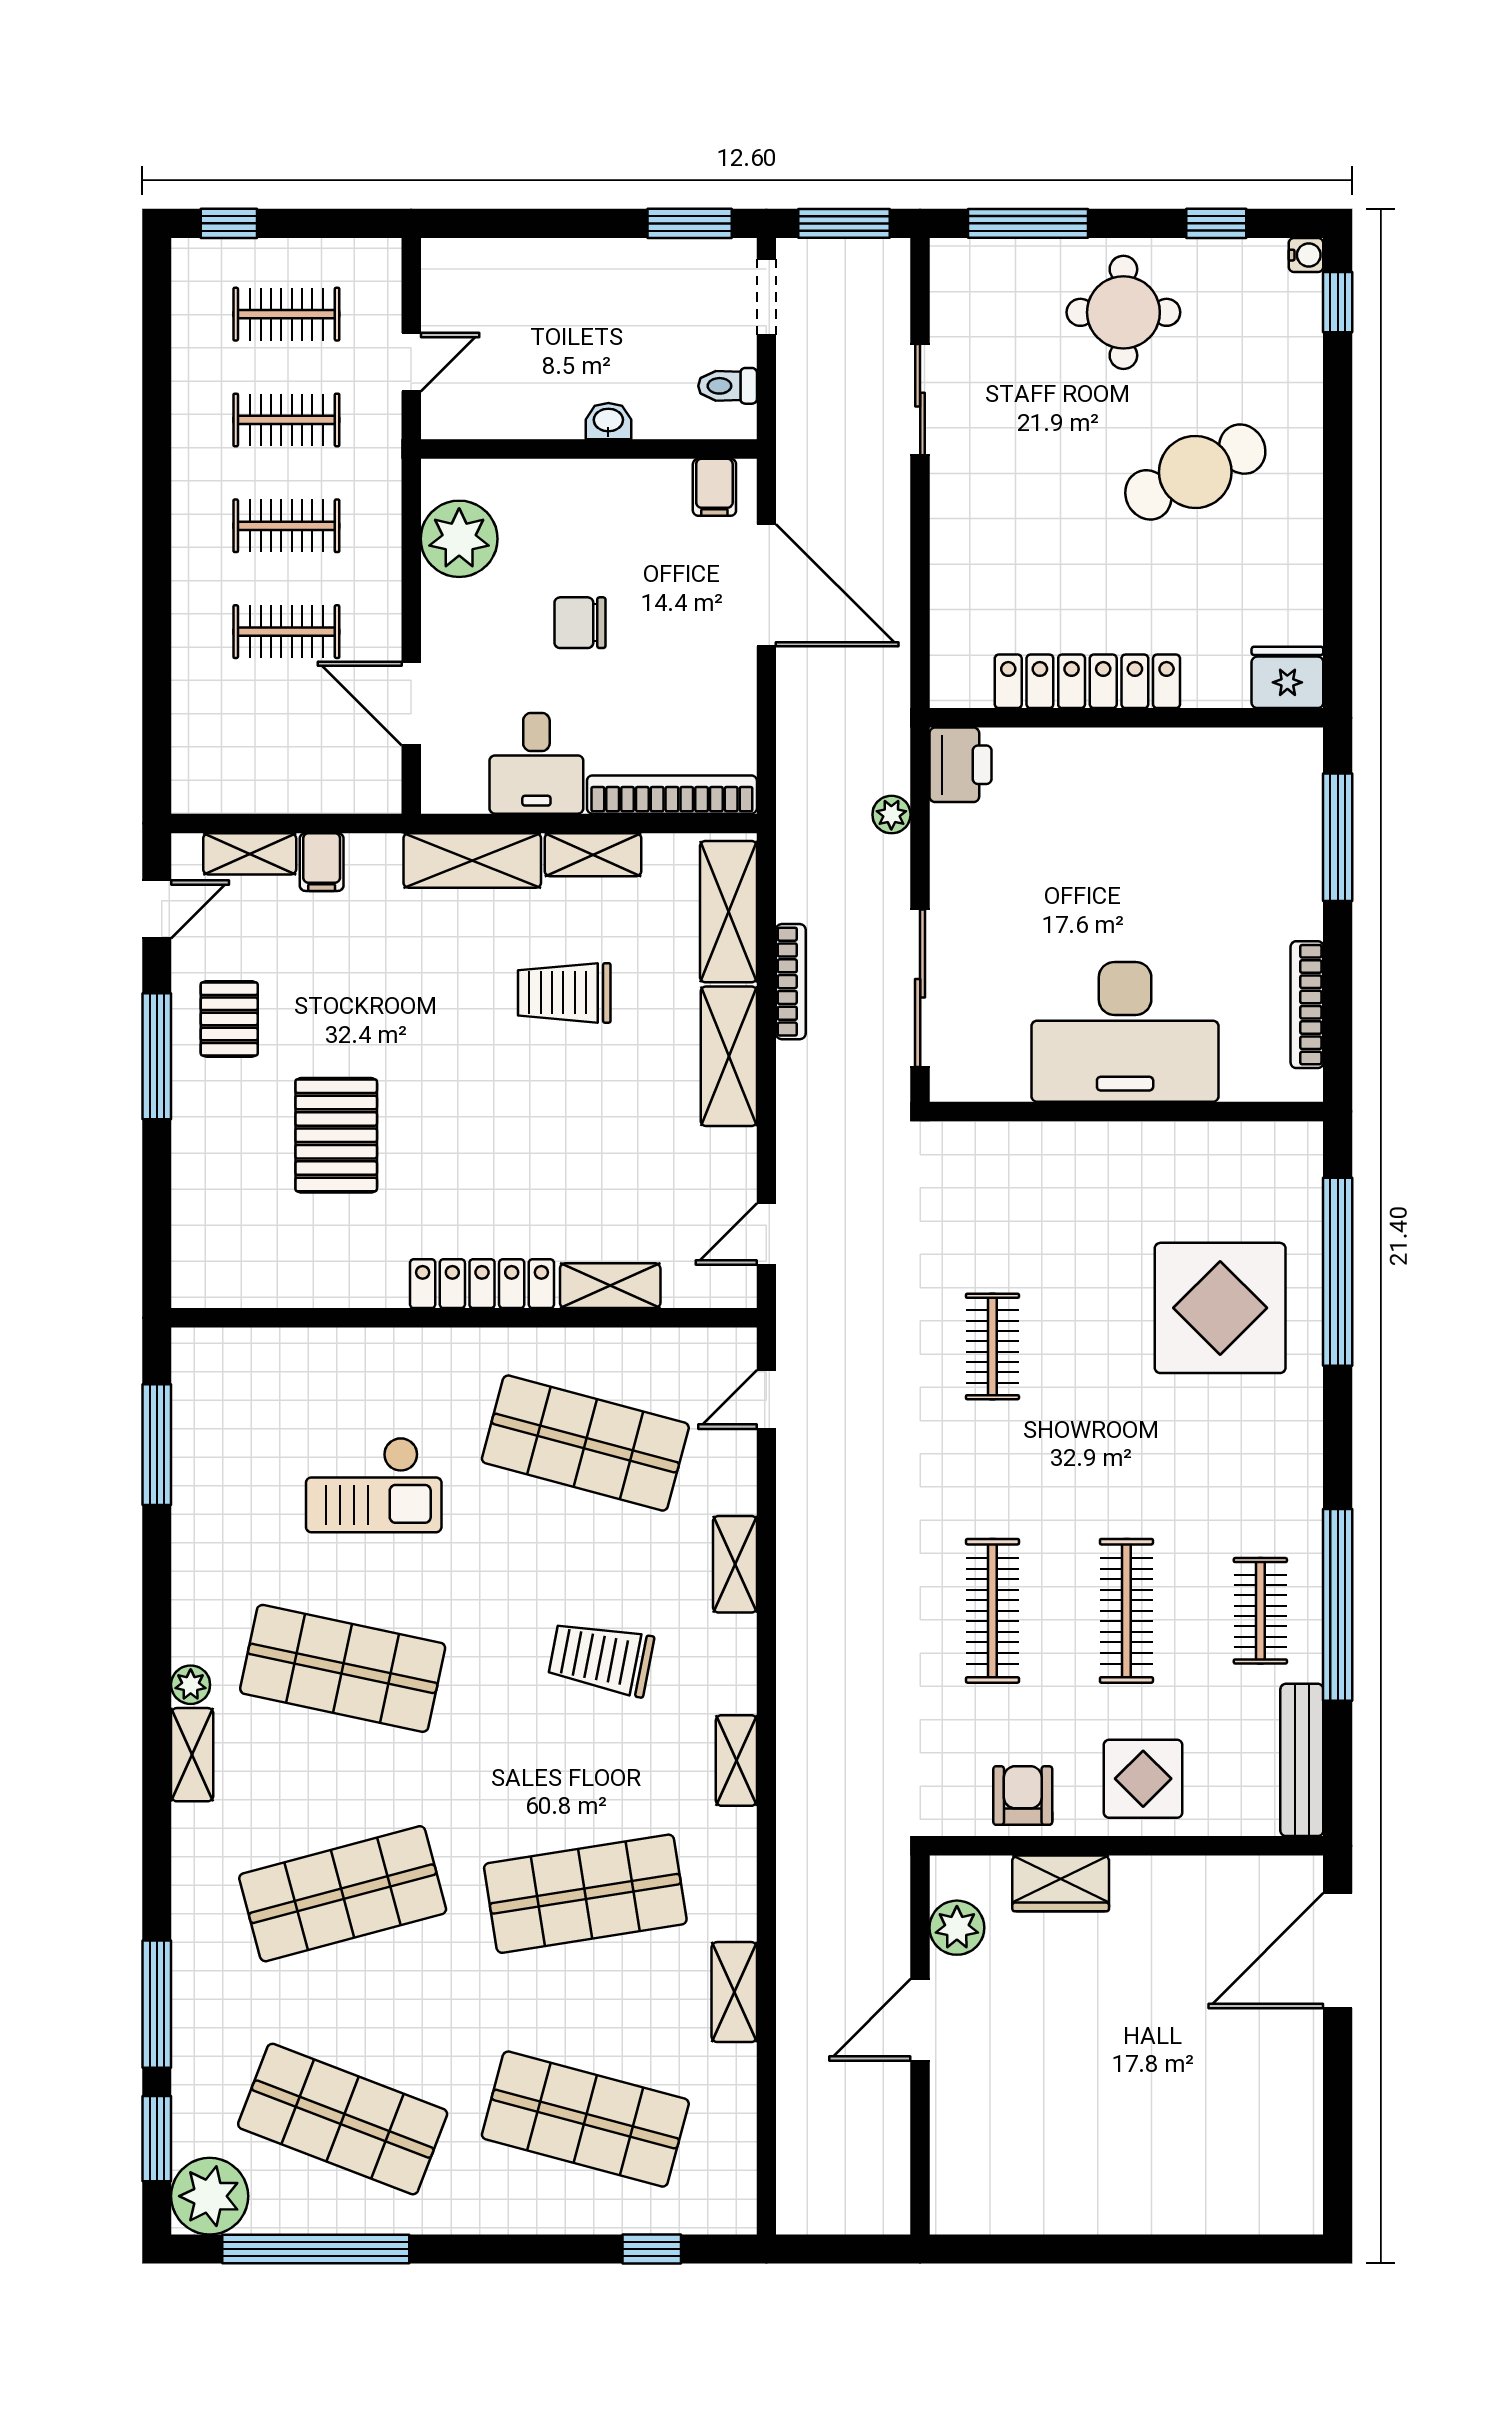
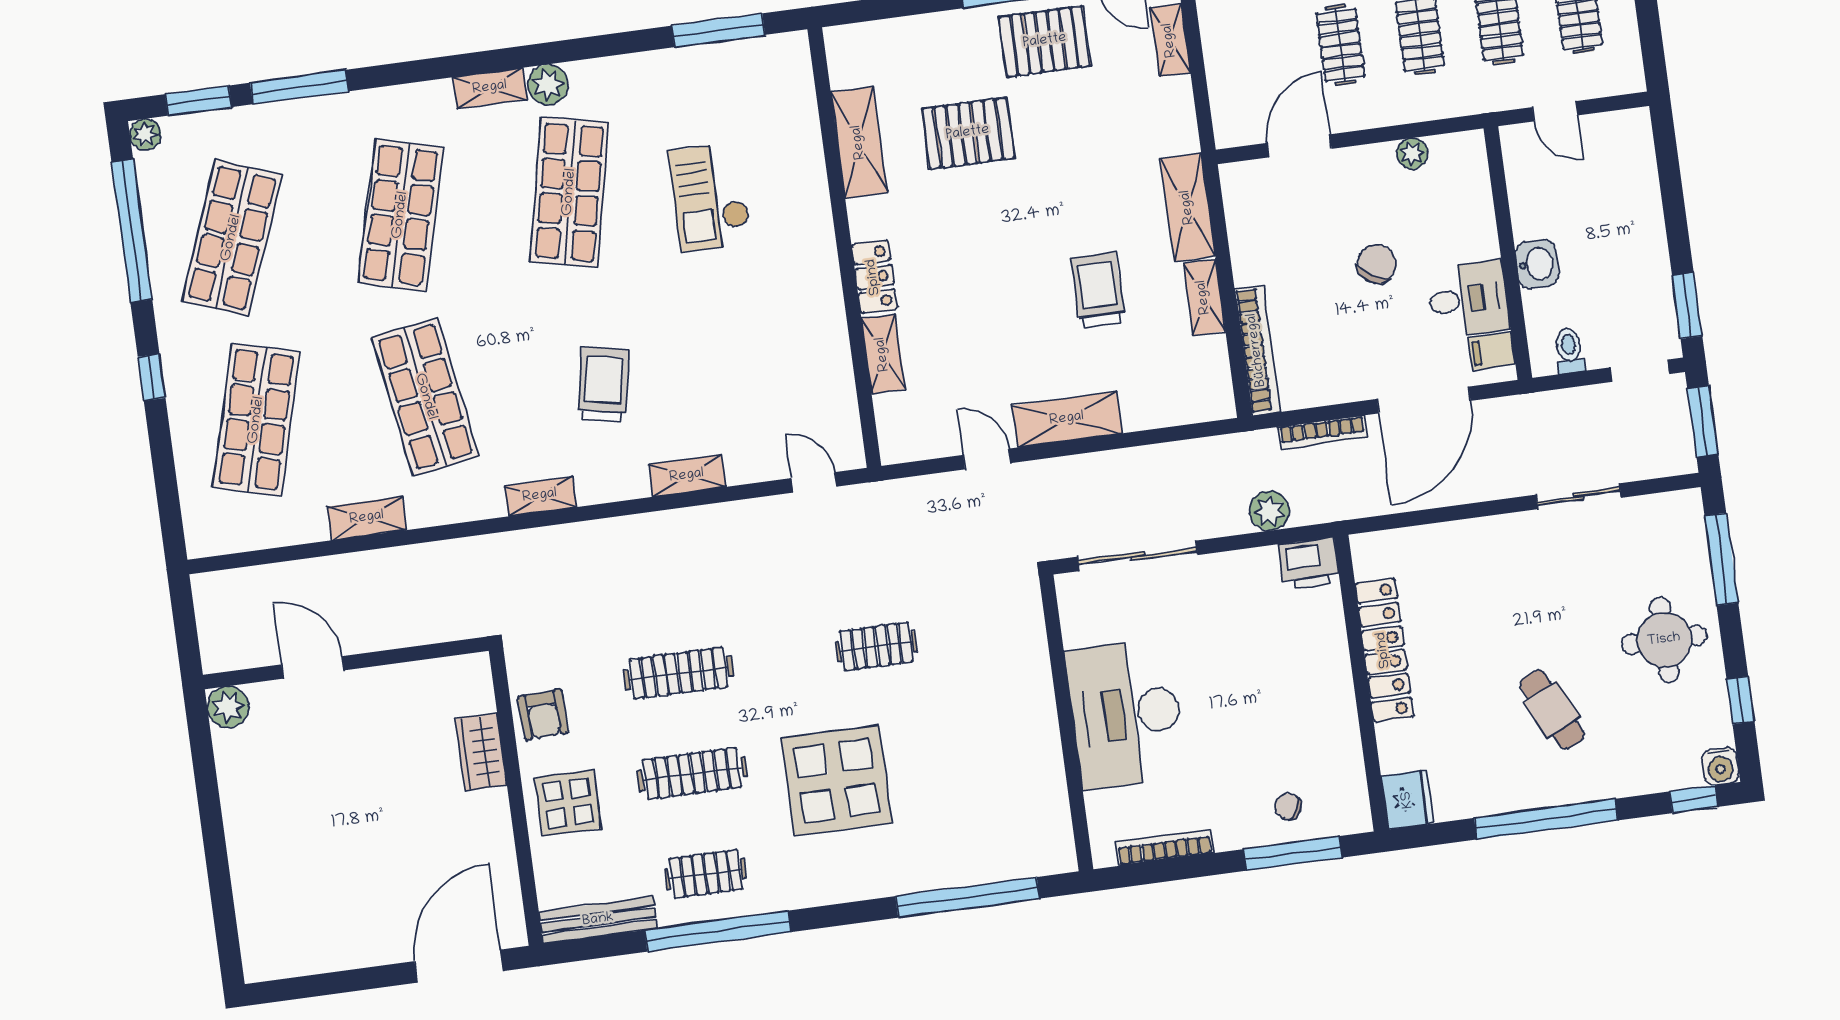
water cooler: (1306, 255) -> (1720, 766), width x1.38, depth x1.38
washbasin: (608, 421) -> (1537, 264), width x1.38, depth x1.45
cafe table: (1195, 472) -> (1552, 710), width x0.73, depth x0.74
window: (1338, 499) -> (1546, 819), added
plant: (459, 539) -> (1412, 153), width x0.53, depth x0.53
chair: (580, 623) -> (1377, 264), turned 31
desk: (536, 763) -> (1468, 299), moved, turned 180
plant: (891, 815) -> (1269, 511), width x1.38, depth x1.38
chair: (1275, 835) -> (1288, 806), added
filing cabinet: (322, 862) -> (1171, 95), removed
shelving: (728, 912) -> (859, 142), moved, turned 90
bookcase: (791, 982) -> (1322, 432), moved
pallet: (229, 1019) -> (1045, 41), width x1.50, depth x1.42
door: (766, 1234) -> (987, 459), moved
locker: (482, 1284) -> (874, 277), width x0.66
display table: (1220, 1308) -> (837, 781), moved
shop shelf: (585, 1443) -> (763, 351), removed
plant: (191, 1685) -> (548, 85), width x1.38, depth x1.38
armchair: (1023, 1796) -> (543, 715), turned 88
shop shelf: (343, 1894) -> (401, 215), turned 30
plant: (957, 1928) -> (228, 707), moved
door: (1338, 1951) -> (459, 966), hinge flipped
door: (920, 2020) -> (313, 667), moved
plant: (210, 2196) -> (145, 134), width x0.53, depth x0.53
window: (652, 2249) -> (152, 377), moved

